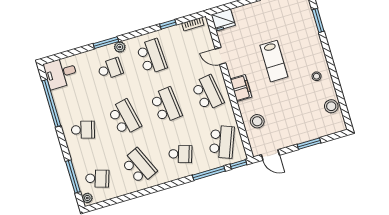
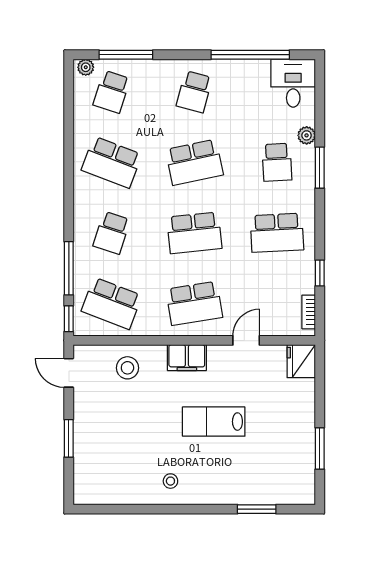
plant: (120, 47) -> (307, 135), moved
stool: (331, 106) -> (117, 490), removed
door: (270, 155) -> (69, 373), hinge flipped
school desk: (139, 166) -> (112, 162), turned 45

